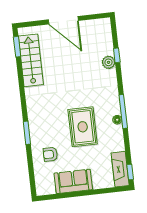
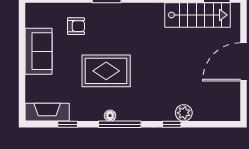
window: (117, 55) -> (172, 124), moved
armchair: (50, 154) -> (76, 26), turned 90
window: (130, 172) -> (68, 124), moved

